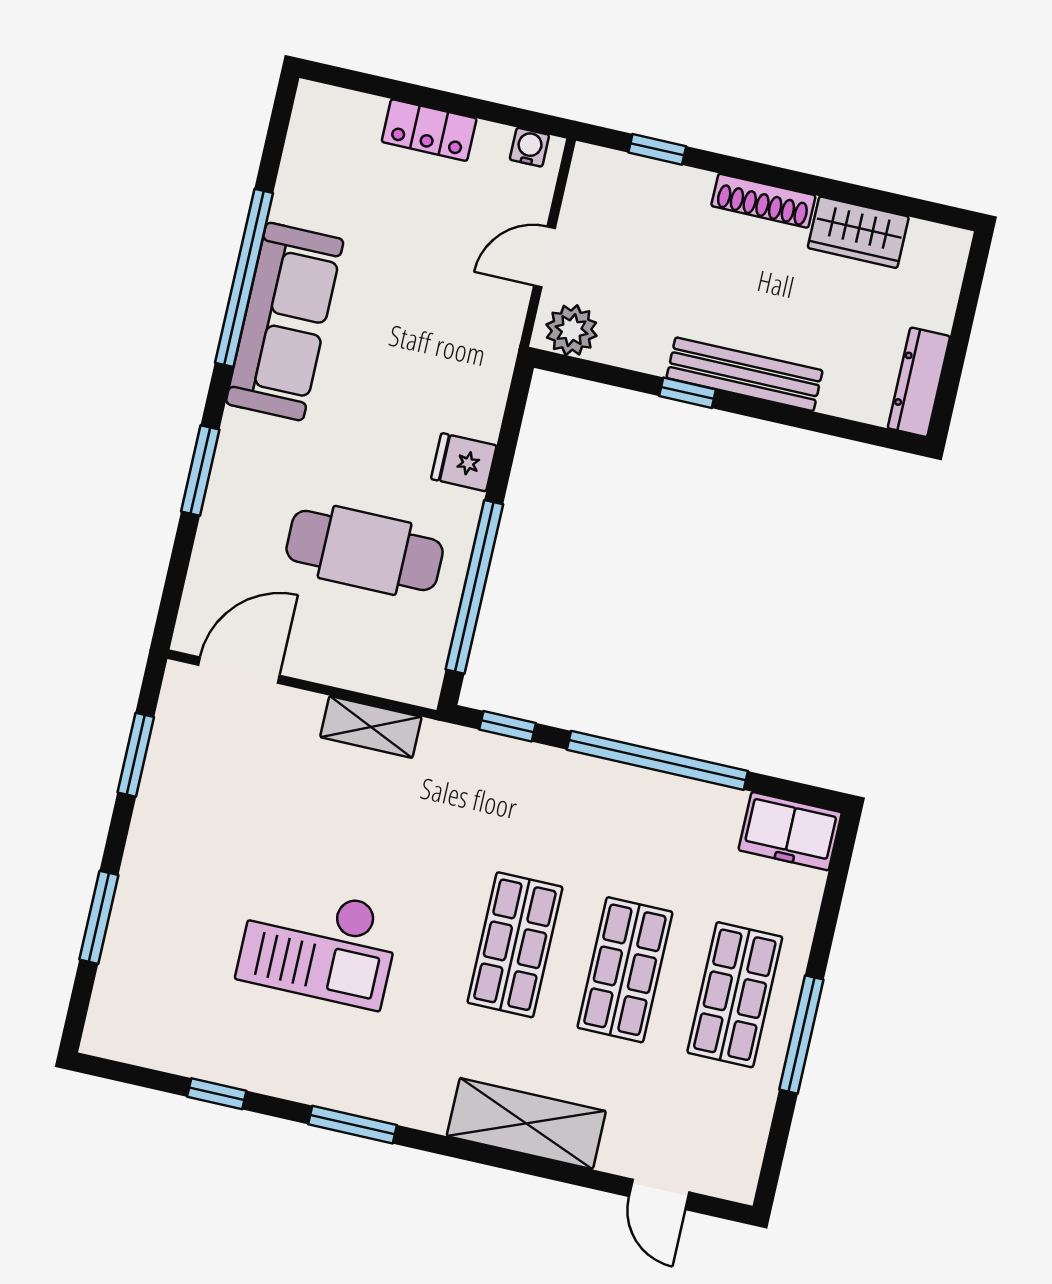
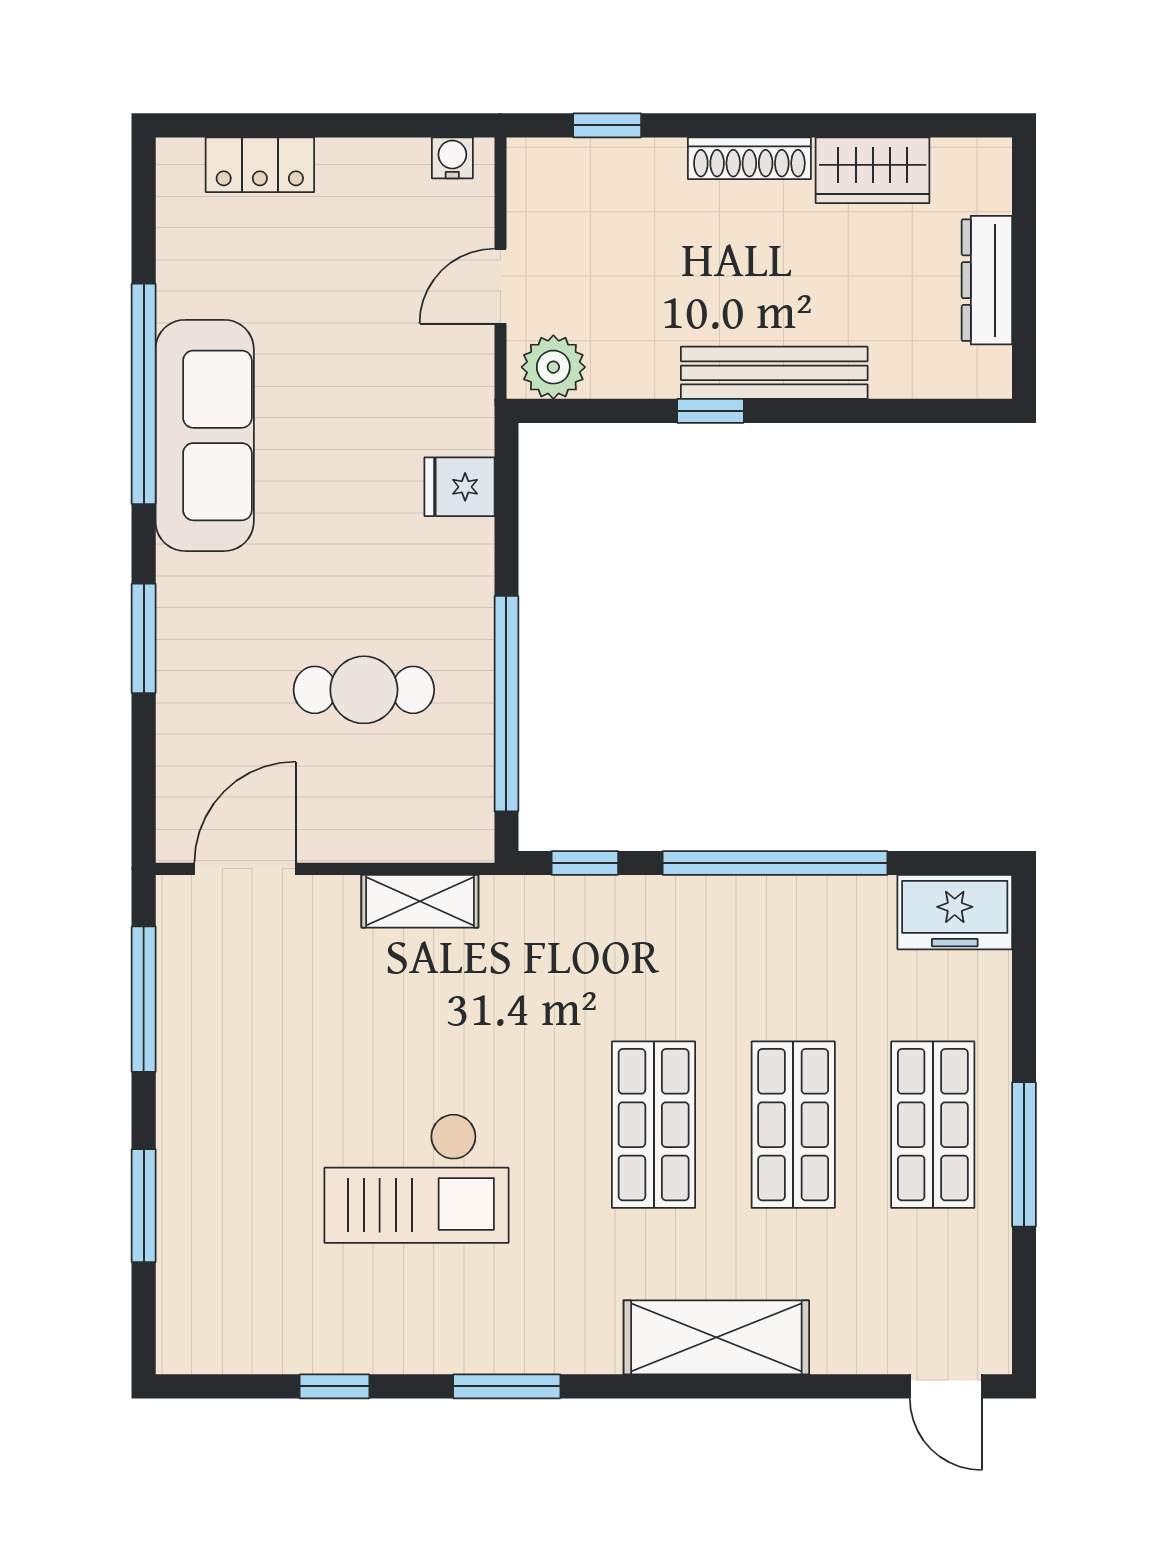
locker: (429, 130) -> (260, 165), moved
dresser: (919, 382) -> (987, 280), moved
fridge: (464, 462) -> (459, 487), moved
cafe table: (365, 550) -> (364, 690), width x0.73, depth x0.74
window: (136, 755) -> (144, 999), width x1.44
door: (659, 1194) -> (946, 1386), moved

